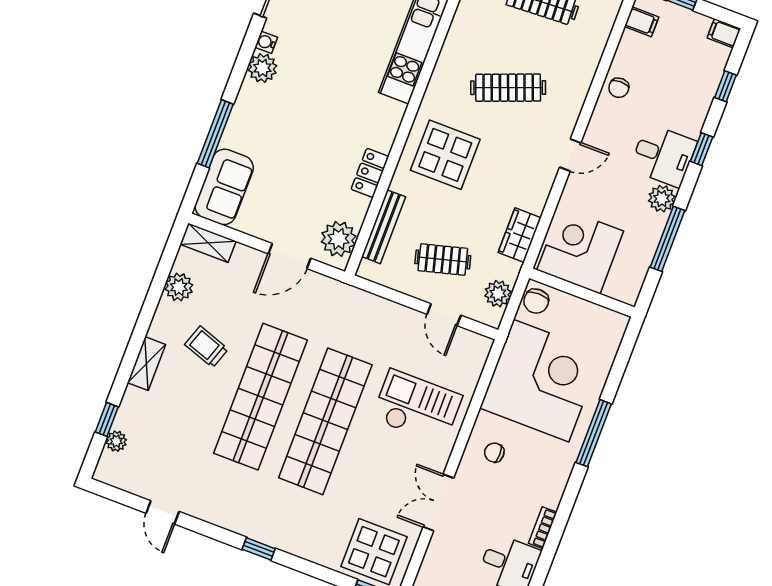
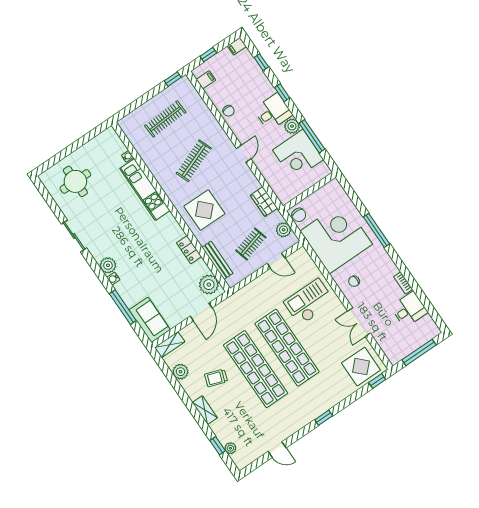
water cooler: (266, 42) -> (113, 279), moved
corner desk: (580, 251) -> (298, 155), moved, turned -90

